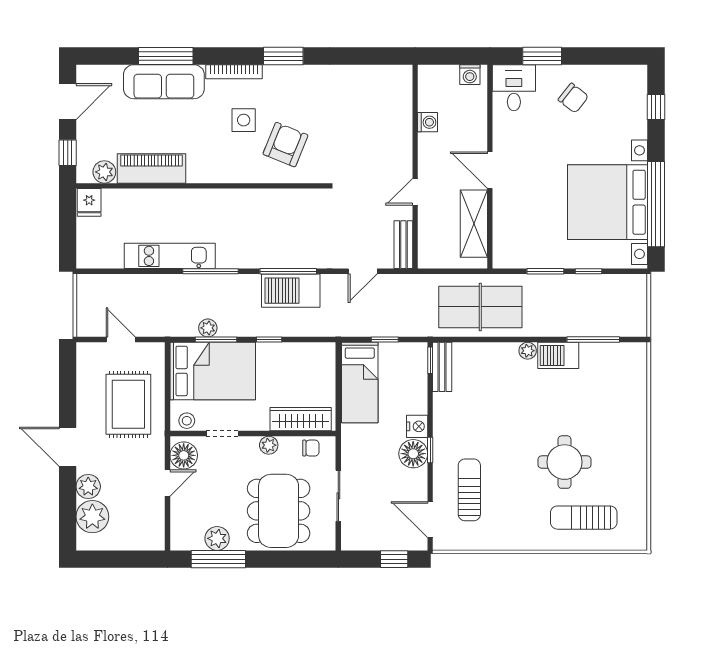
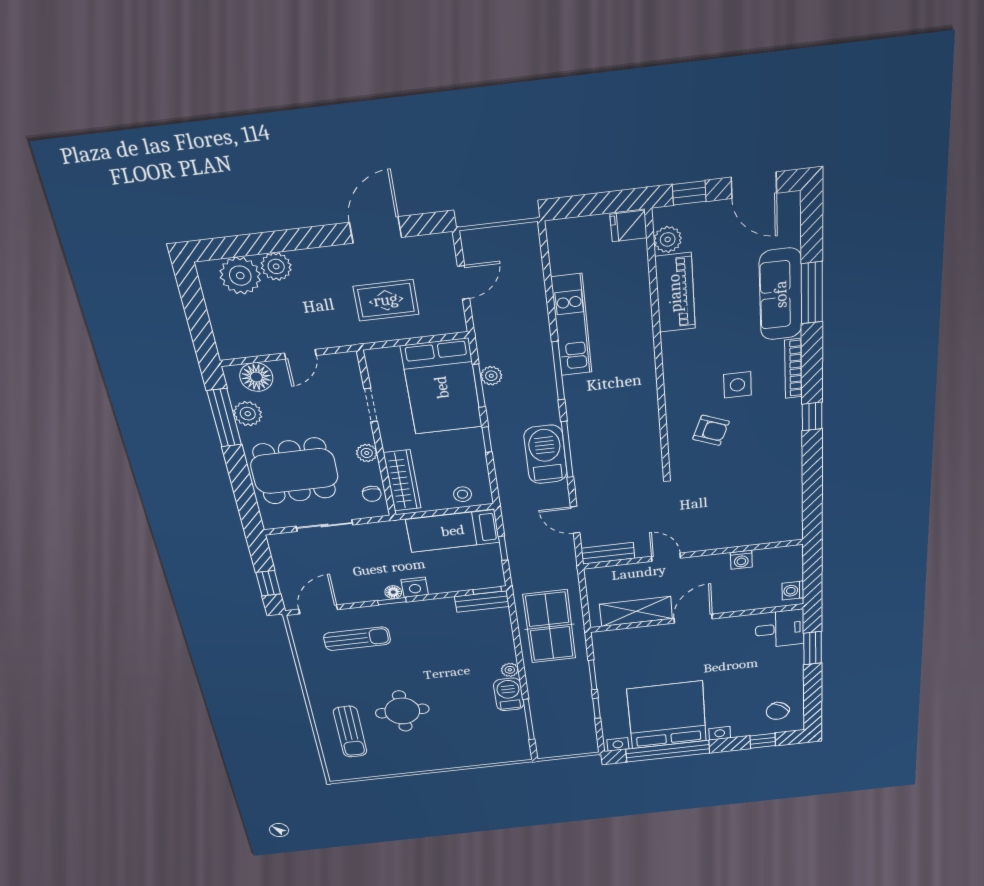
window: (283, 56) -> (812, 416), width x0.67
chair: (573, 98) -> (778, 711), moved
armchair: (285, 145) -> (711, 430), width x0.72, depth x0.72
rug: (128, 404) -> (386, 300), width x0.73, depth x0.70
stool: (187, 421) -> (463, 494), moved
door: (68, 447) -> (376, 230), moved
floor lamp: (413, 454) -> (393, 592), width x0.53, depth x0.53
floor lamp: (184, 455) -> (256, 377), moved
door: (167, 483) -> (300, 354), hinge flipped
sun lounger: (584, 518) -> (350, 732), turned 180

